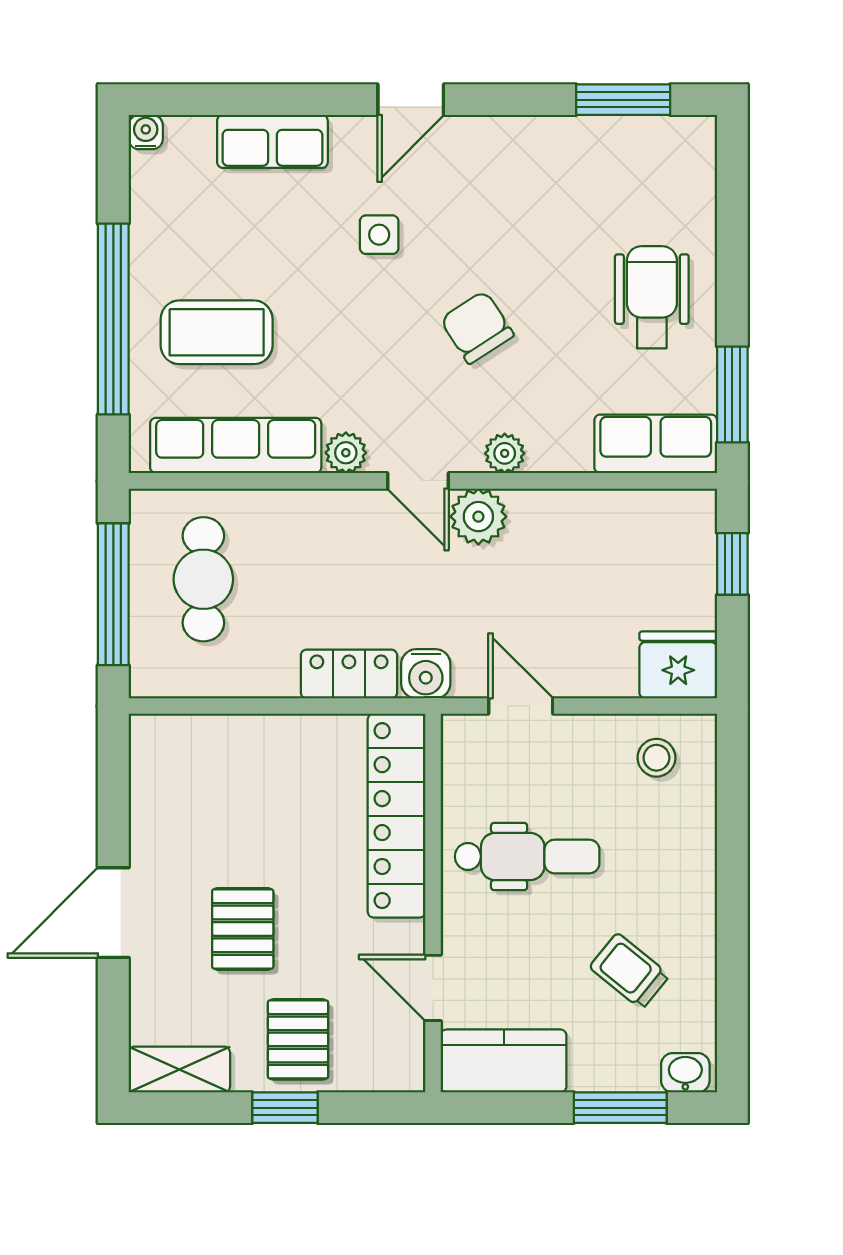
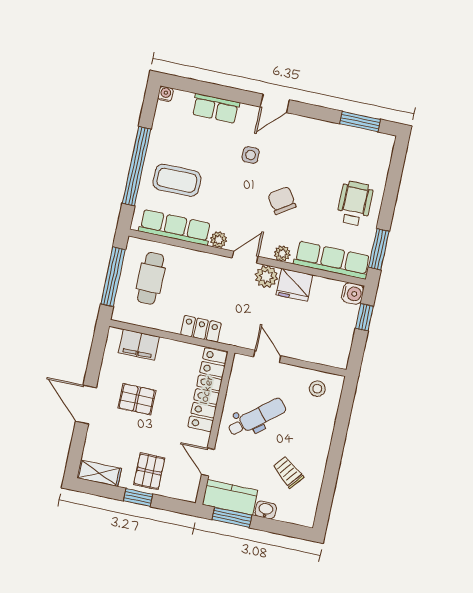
row of seats: (656, 444) -> (332, 260), width x1.48
door: (418, 481) -> (245, 257), swing flipped
fridge: (678, 665) -> (294, 285), moved, turned 180
water cooler: (426, 674) -> (353, 294), moved, turned -90
filing cabinet: (209, 743) -> (139, 345), added
dental chair: (527, 856) -> (257, 417), turned -39
door: (113, 913) -> (86, 405), hinge flipped
pallet: (243, 929) -> (137, 399), moved, turned 90
washbasin: (685, 1073) -> (266, 510), moved
window: (620, 1108) -> (232, 517), moved

